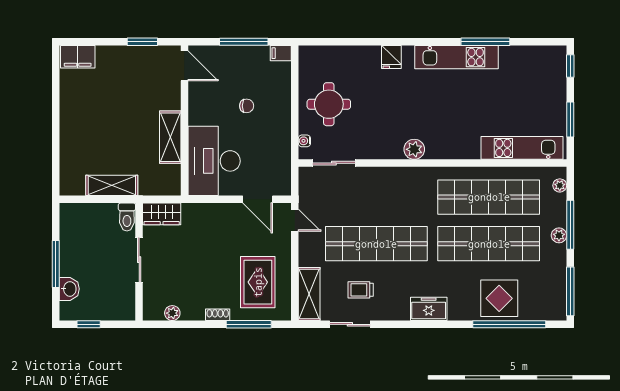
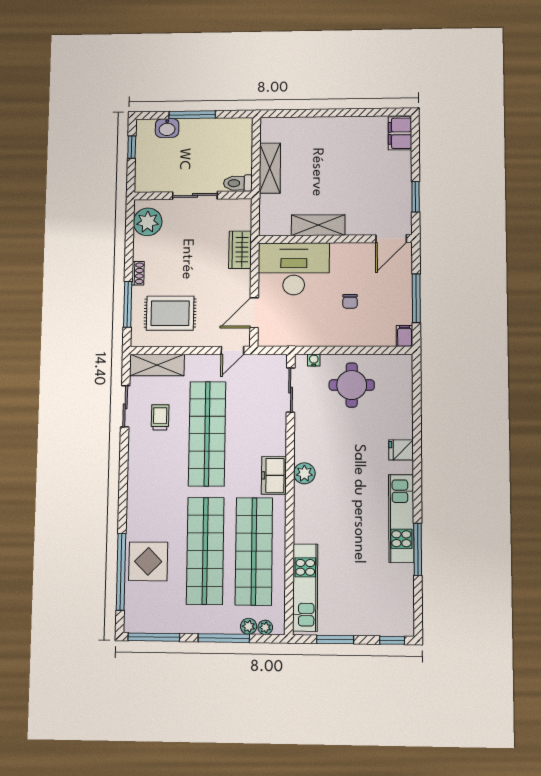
wardrobe: (162, 214) -> (240, 250), moved
plant: (559, 235) -> (249, 626), moved
freezer: (429, 309) -> (274, 475), moved, turned 180
plant: (172, 313) -> (148, 222), width x1.88, depth x1.88

